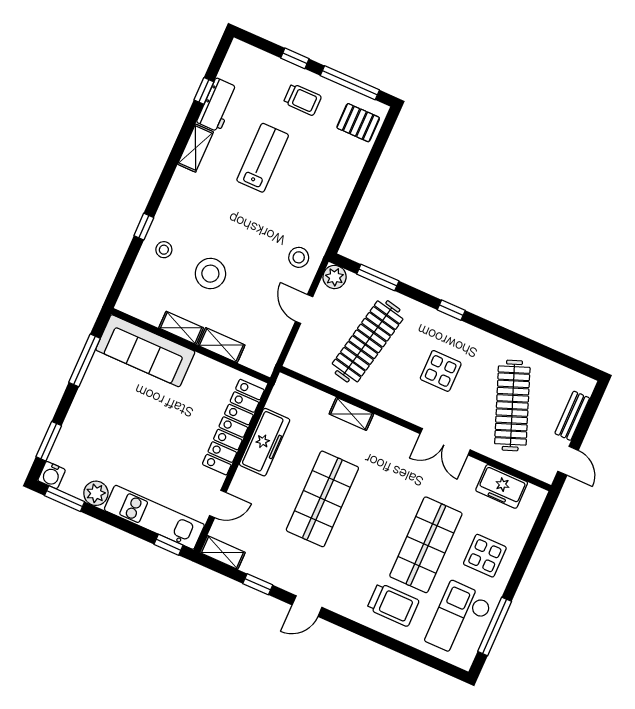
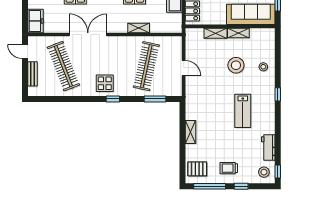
window: (204, 91) -> (278, 172), moved
shelving: (195, 148) -> (190, 132), moved
lab bench: (263, 158) -> (243, 111), moved
window: (144, 227) -> (278, 94), moved
stool: (299, 257) -> (264, 172), moved
plant: (335, 277) -> (176, 90), removed
display table: (441, 371) -> (105, 83), moved
double door: (445, 442) -> (88, 35), width x1.37
freezer: (502, 486) -> (36, 21), moved, turned 90

